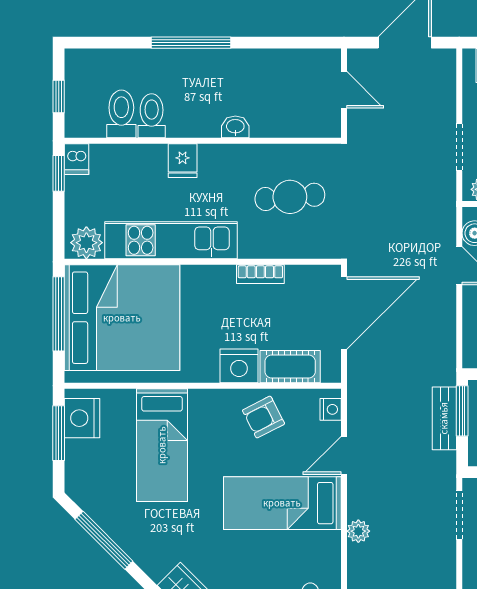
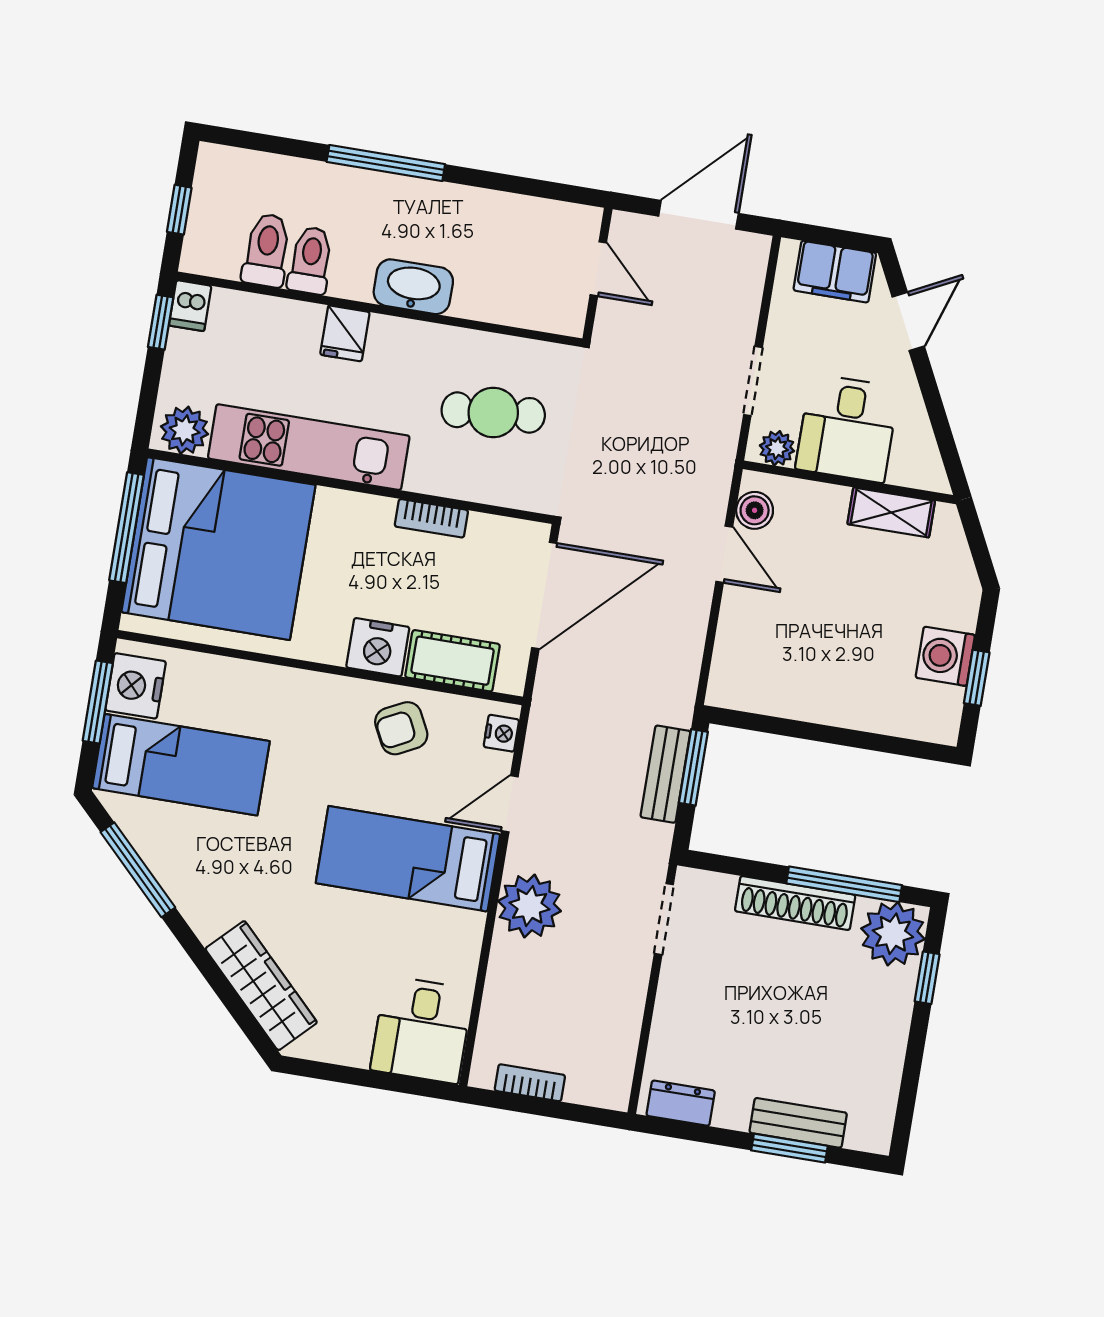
washbasin: (235, 127) -> (413, 287), width x1.91, depth x1.45
bed: (162, 445) -> (181, 765), moved, turned -90
plant: (358, 531) -> (530, 906), width x1.88, depth x1.88

